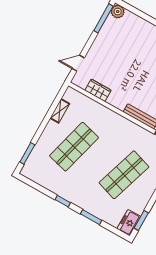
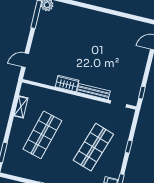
wardrobe: (98, 90) -> (67, 84), moved

